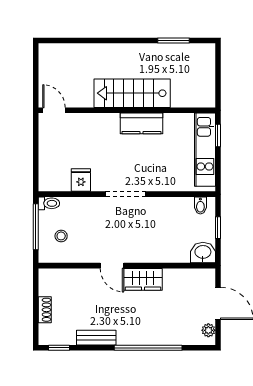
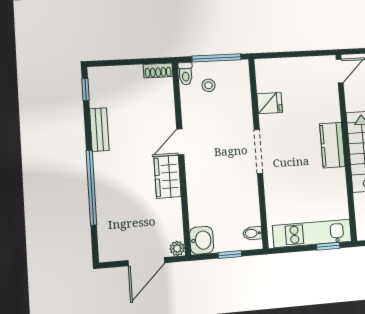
kitchen counter: (141, 123) -> (332, 145), moved
toilet: (49, 203) -> (186, 74), moved
shoe rack: (45, 310) -> (158, 70), moved
plant: (208, 330) -> (177, 248), moved

